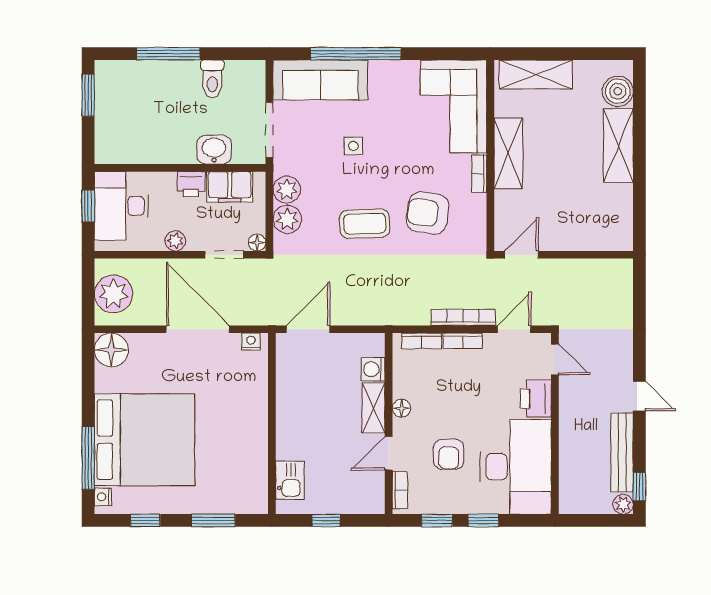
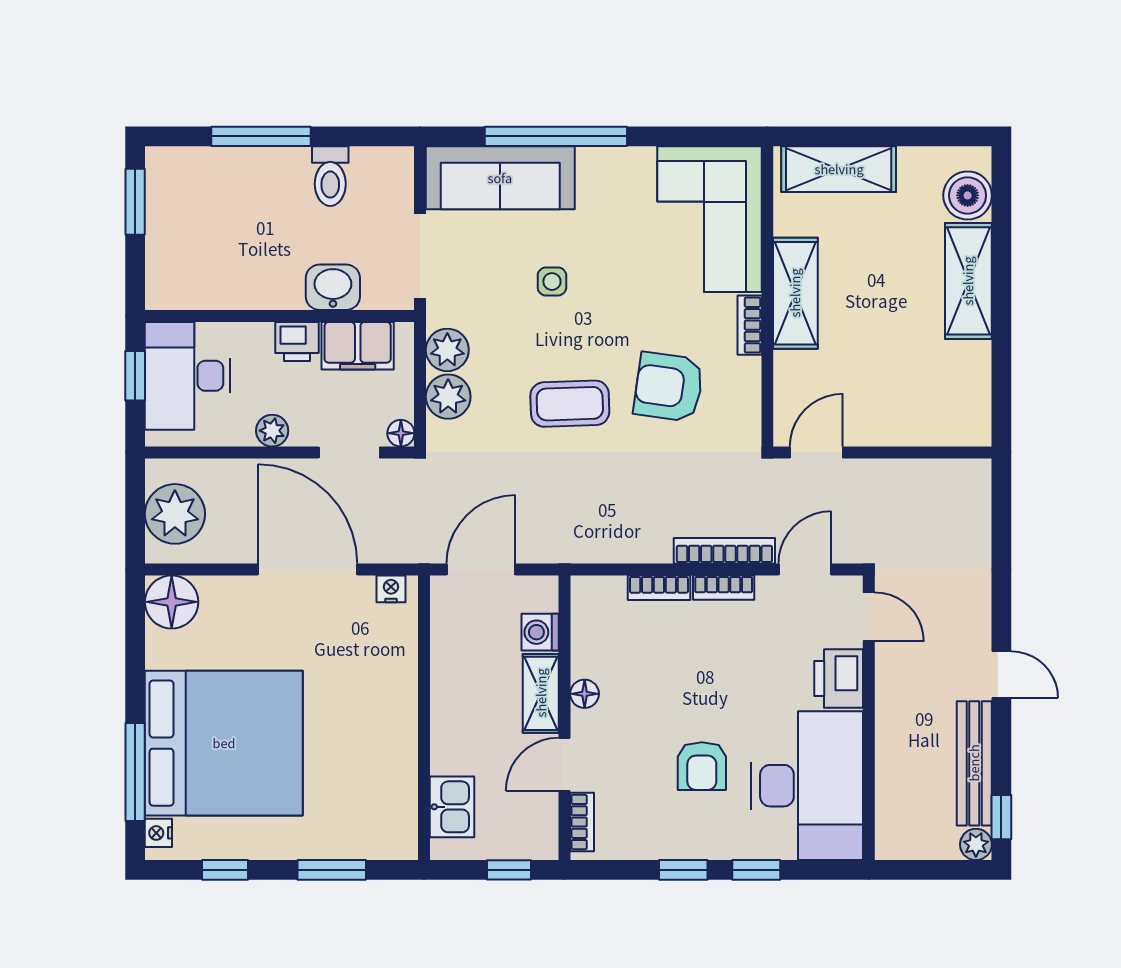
washing machine: (373, 369) -> (540, 632), moved
shelving: (374, 408) -> (541, 693), moved
floor lamp: (401, 408) -> (585, 694), moved
wall: (389, 424) -> (564, 718), moved
door: (389, 453) -> (564, 764), moved
bookcase: (400, 490) -> (582, 822), moved

